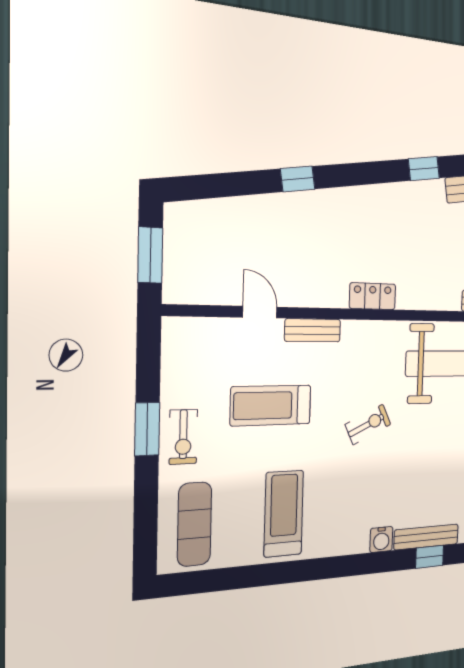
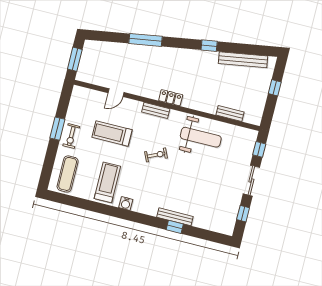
window: (298, 179) -> (146, 40), width x2.17
door: (260, 312) -> (116, 93), swing flipped
bench: (313, 330) -> (156, 110), moved
water cooler: (381, 539) -> (126, 203), moved

